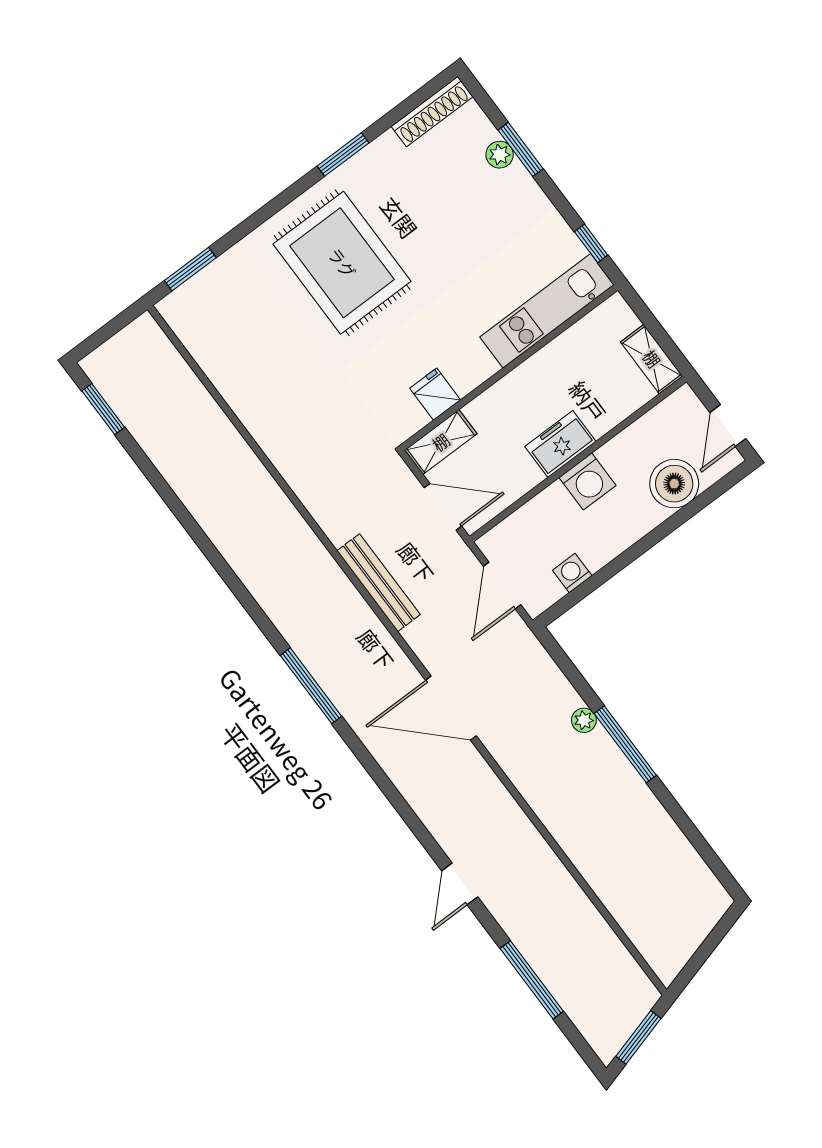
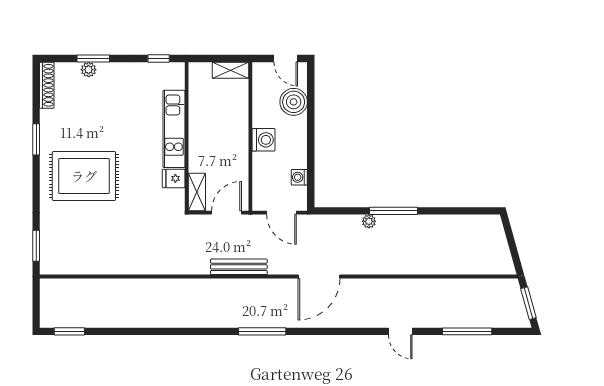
kitchen unit: (547, 311) -> (174, 129), moved
freezer: (560, 444) -> (238, 139), removed

